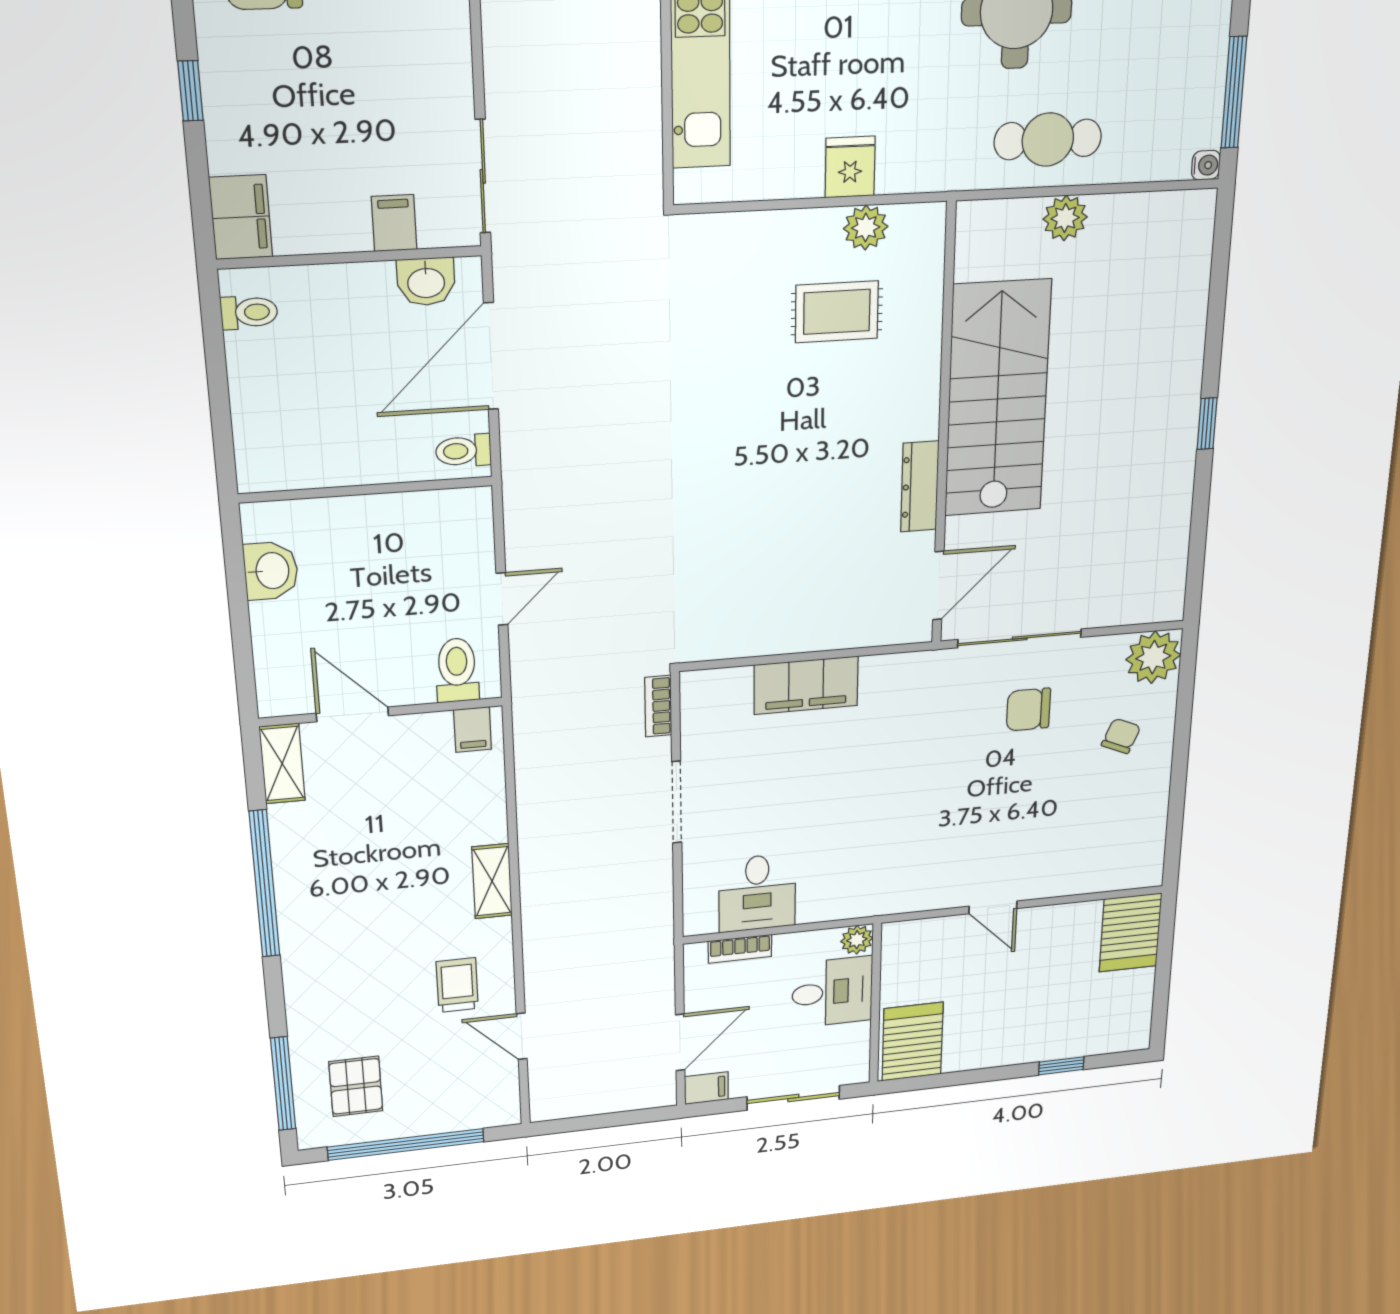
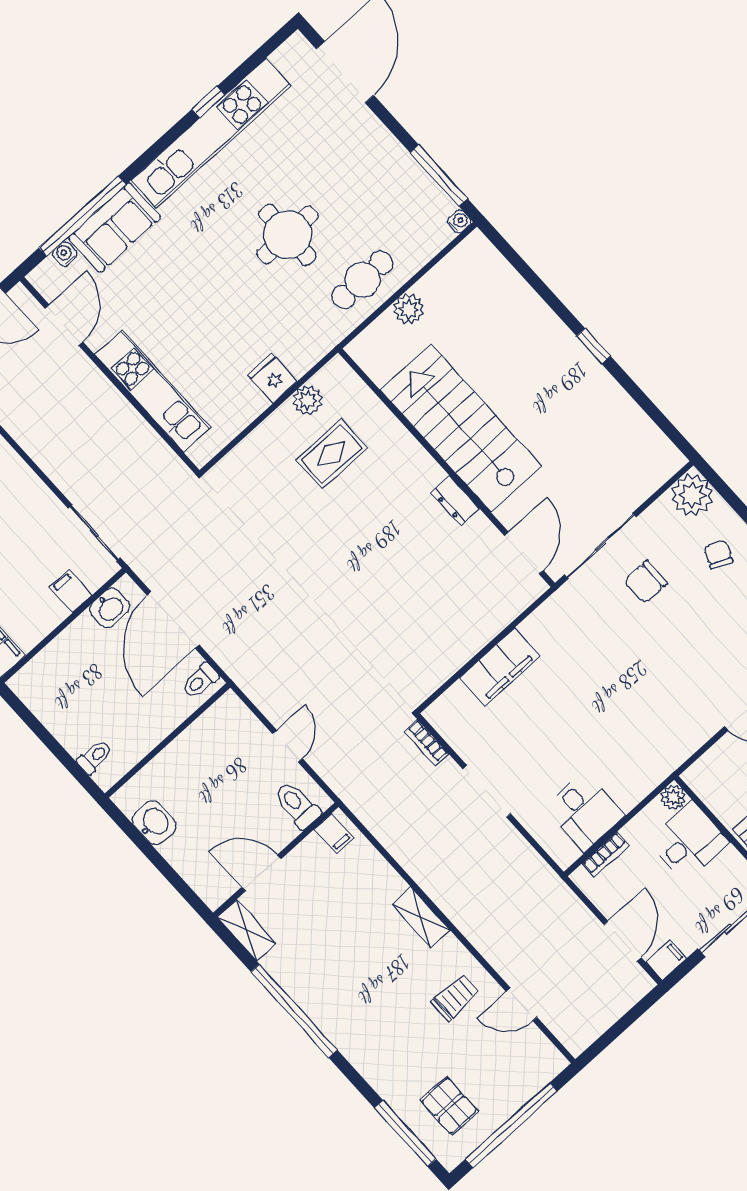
toilet: (249, 312) -> (95, 757), moved
dresser: (920, 487) -> (455, 501), width x0.70
trolley: (457, 985) -> (455, 998), turned 90

